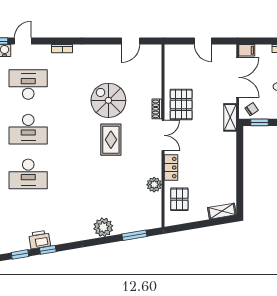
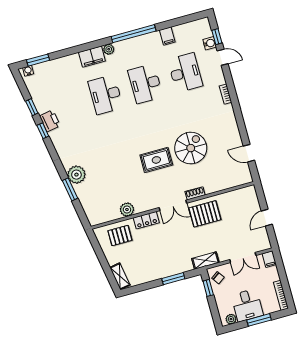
double door: (238, 77) -> (243, 258), width x0.73
window: (240, 156) -> (173, 279), added
window: (134, 235) -> (70, 189), moved

